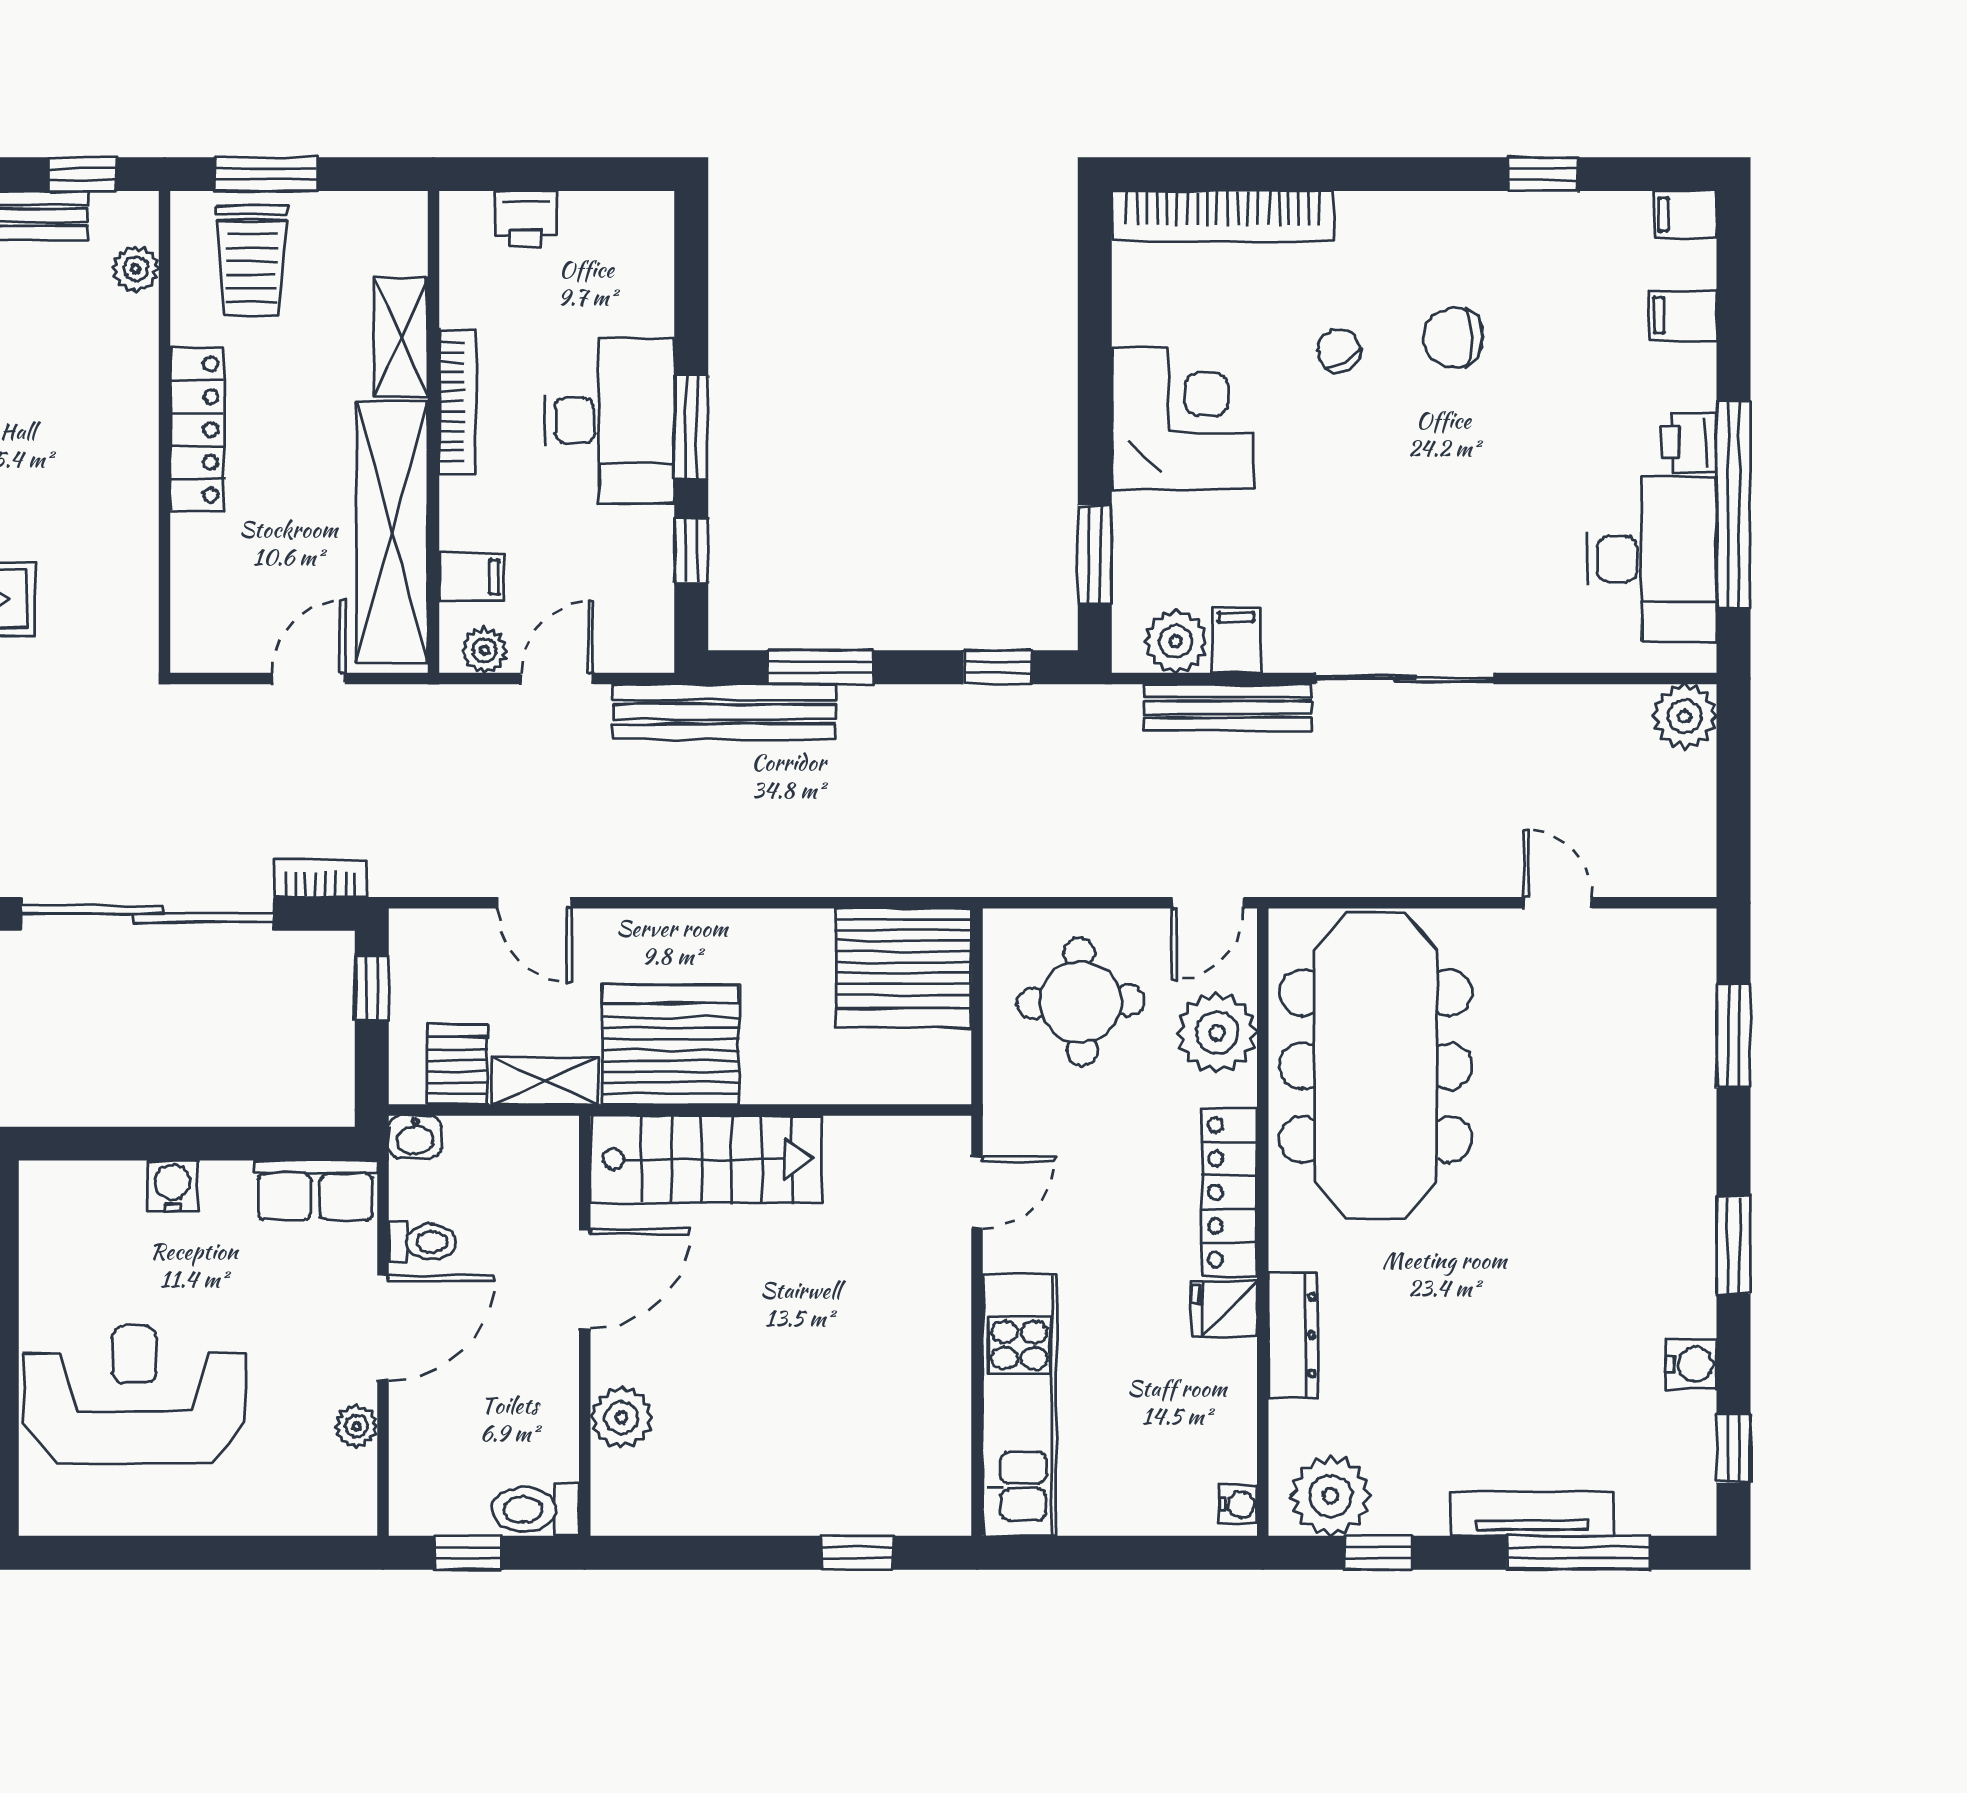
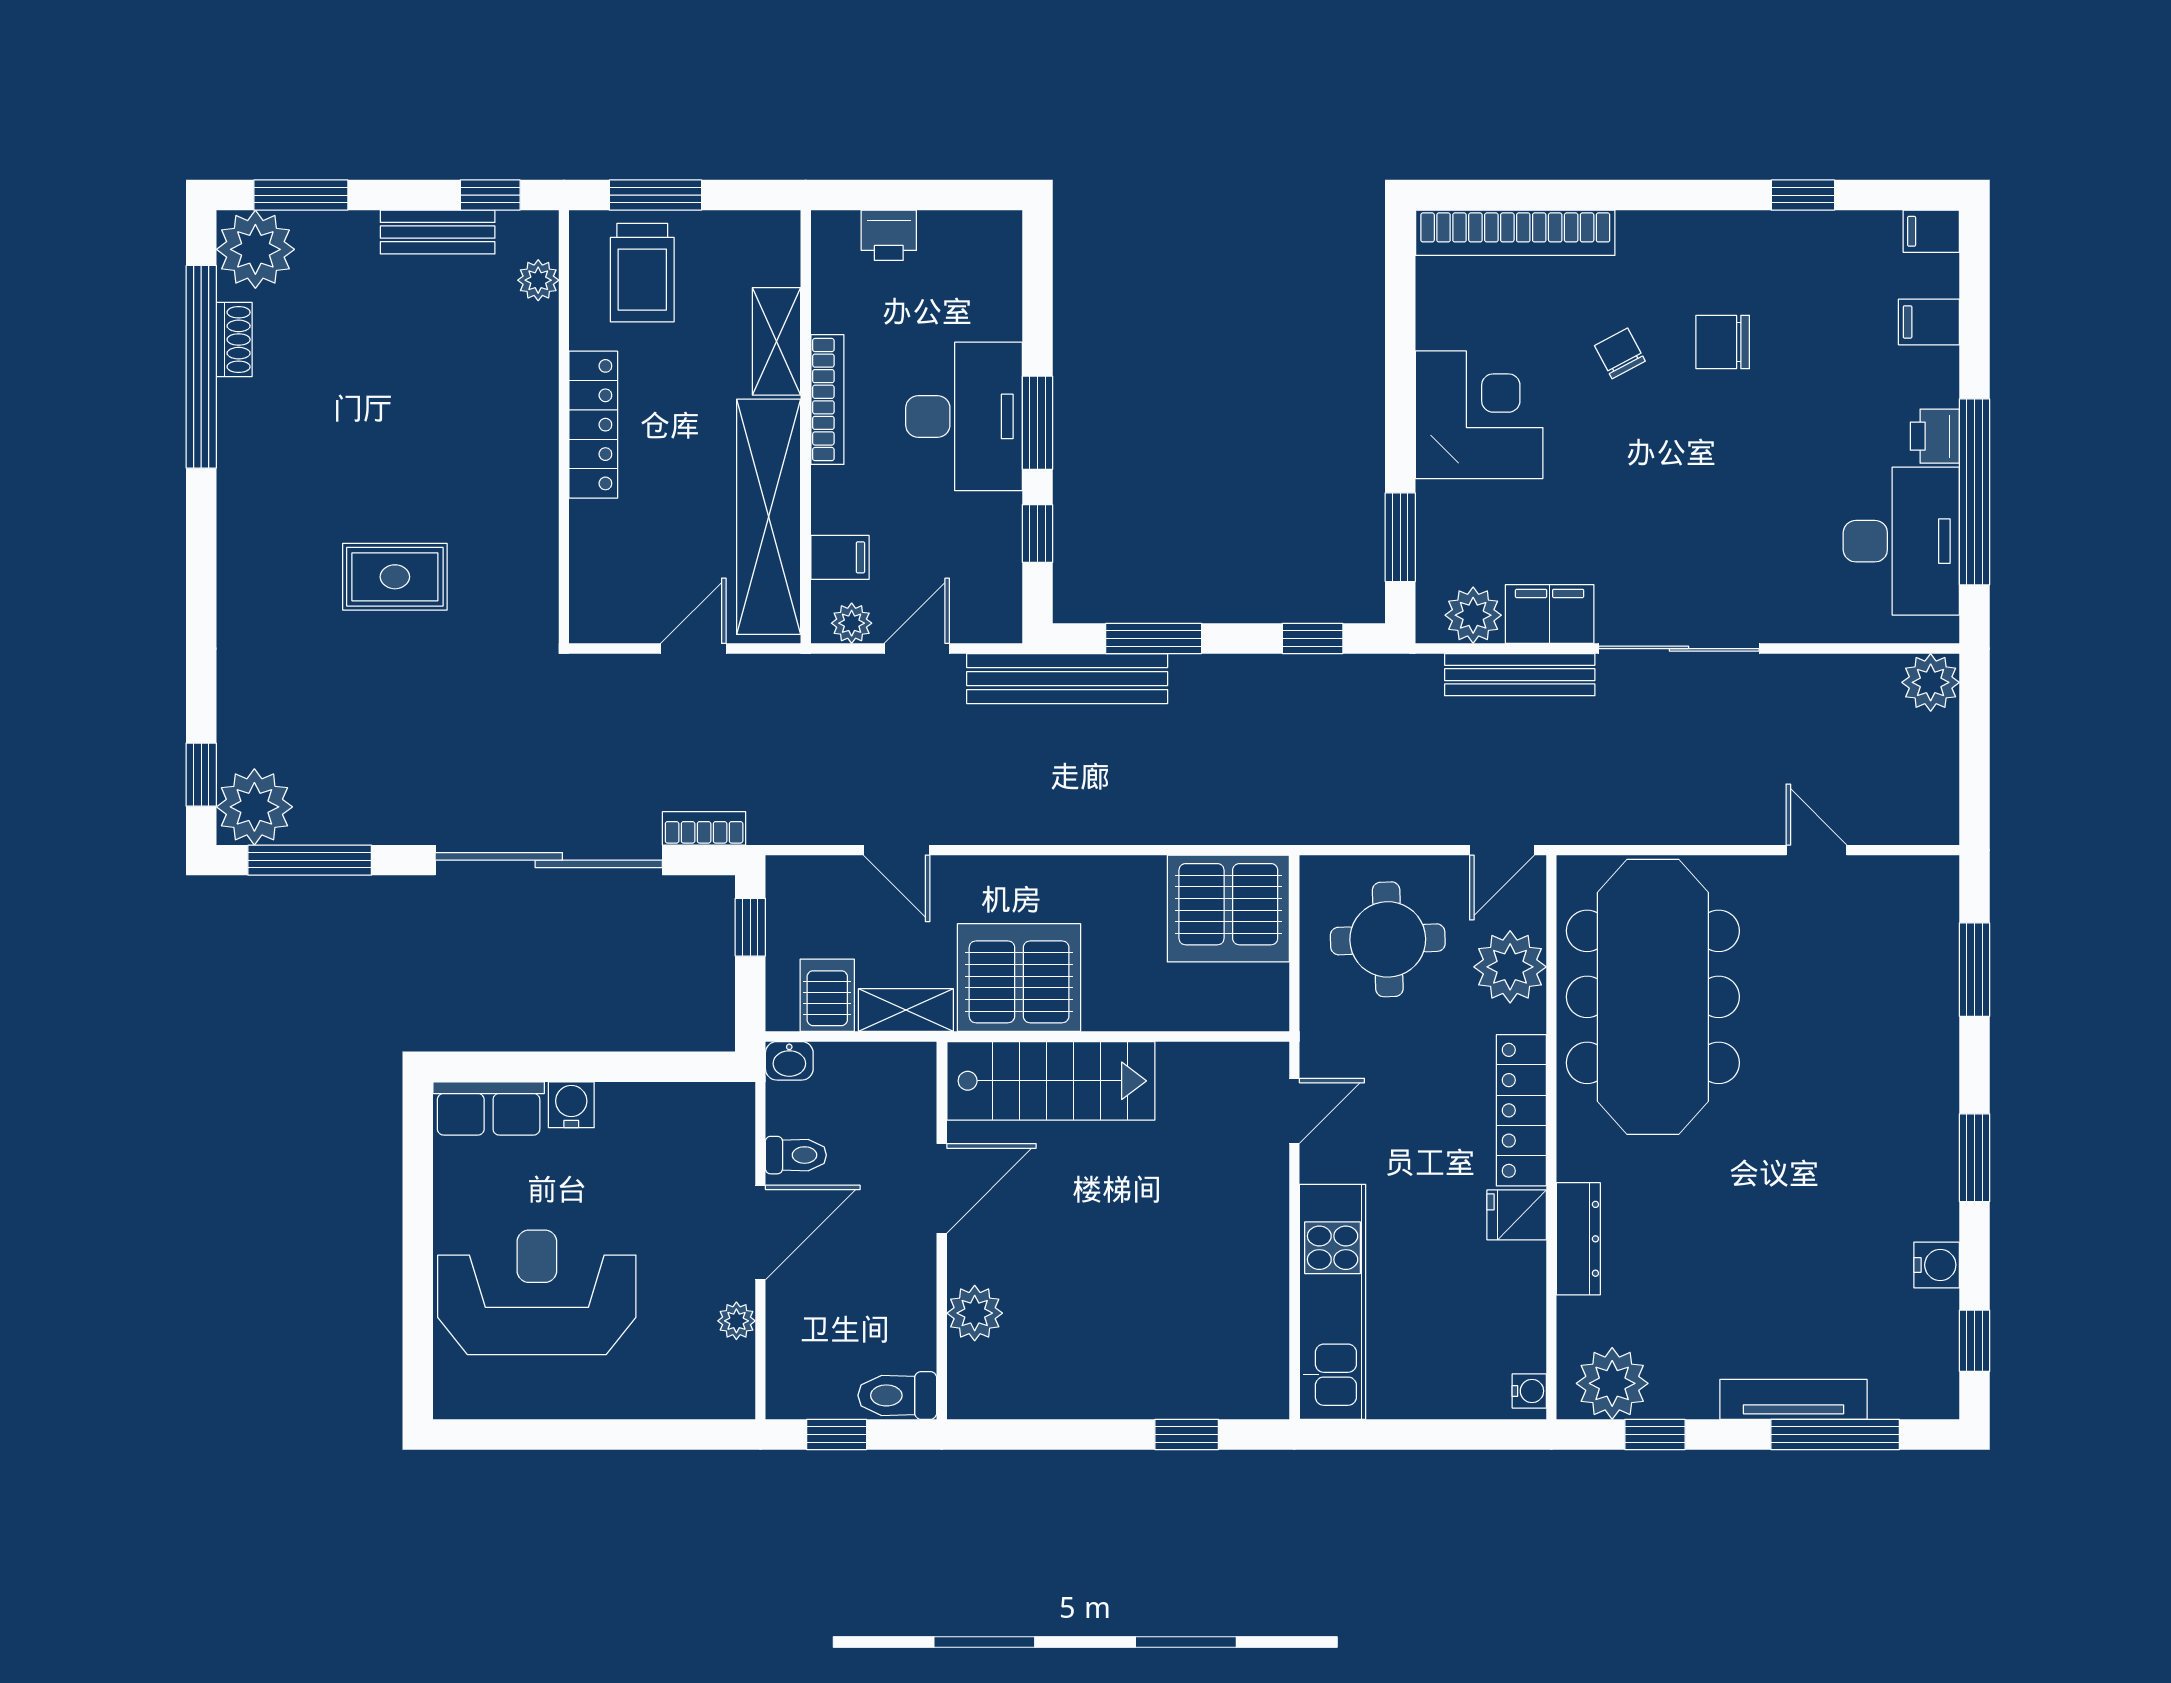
filing cabinet: (1236, 640) -> (1550, 614), width x2.00
row of seats: (315, 1190) -> (489, 1108), moved

